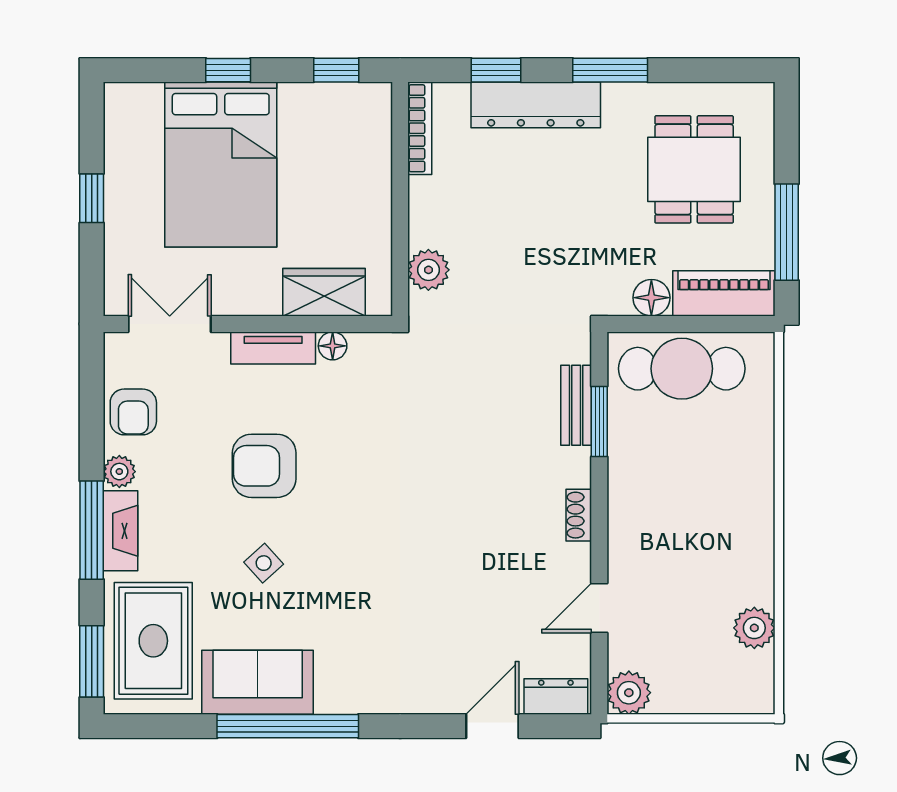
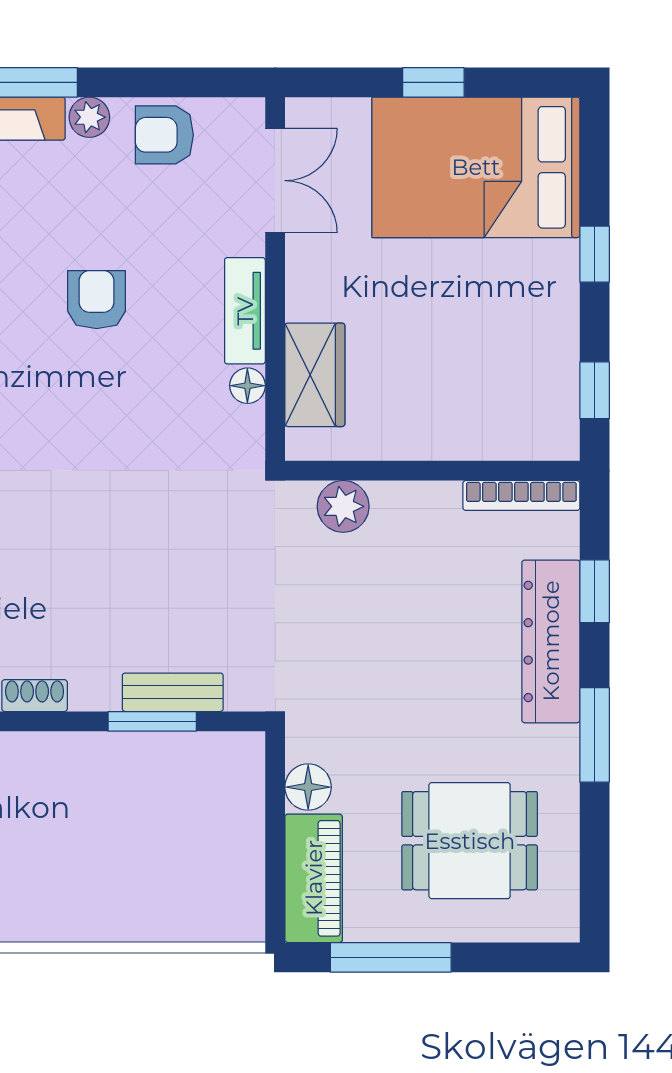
bed: (221, 164) -> (476, 167), moved
cafe table: (682, 369) -> (219, 825), removed
armchair: (264, 466) -> (97, 300), width x0.72, depth x0.72

